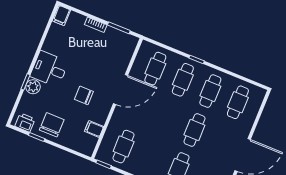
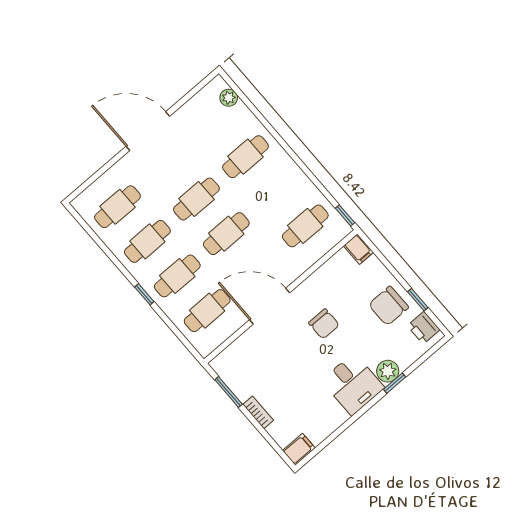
cafe table: (167, 119) -> (226, 234), added
filing cabinet: (94, 129) -> (358, 249), moved

